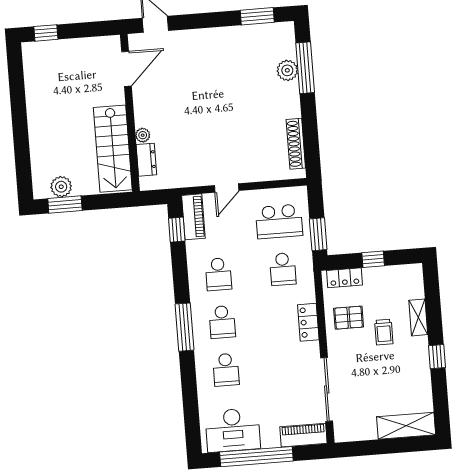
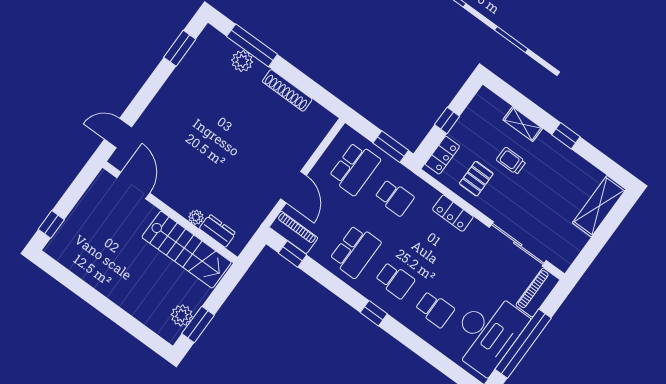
shoe rack: (296, 144) -> (287, 90), moved
door: (227, 188) -> (293, 187), width x1.38
school desk: (218, 274) -> (355, 251), width x1.85
window: (184, 327) -> (374, 313), width x0.46
trolley: (384, 332) -> (511, 161), turned 180
desk: (233, 430) -> (487, 333), width x1.36, depth x1.30

